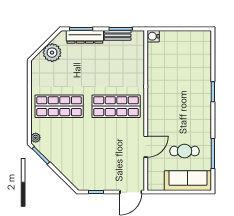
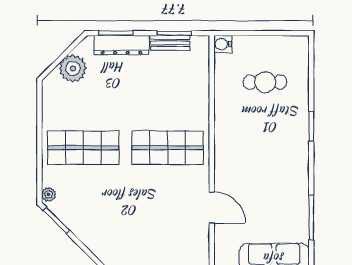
door: (146, 147) -> (212, 208), hinge flipped
cafe table: (185, 151) -> (265, 82), moved

